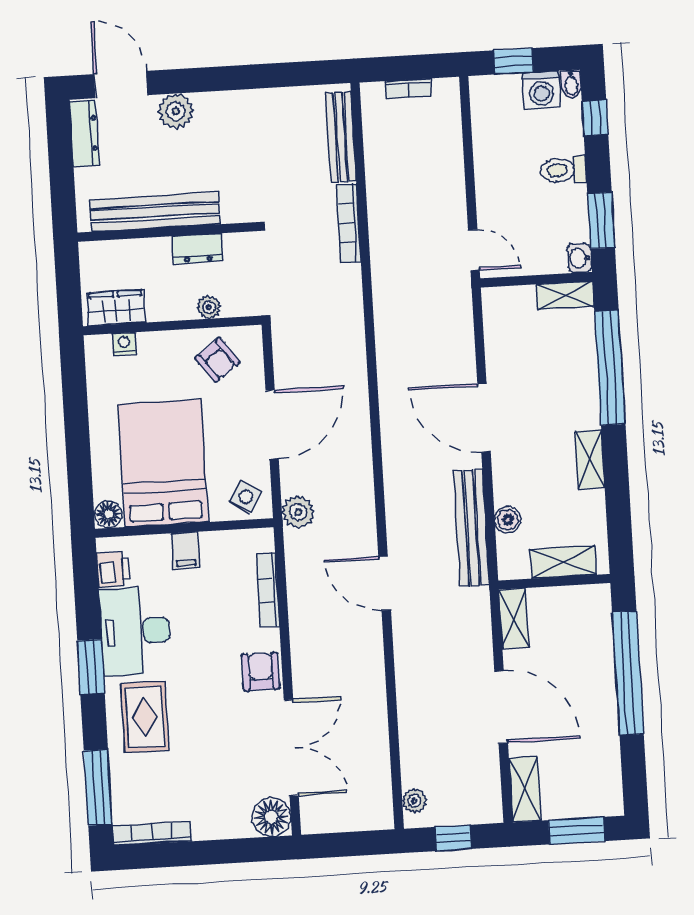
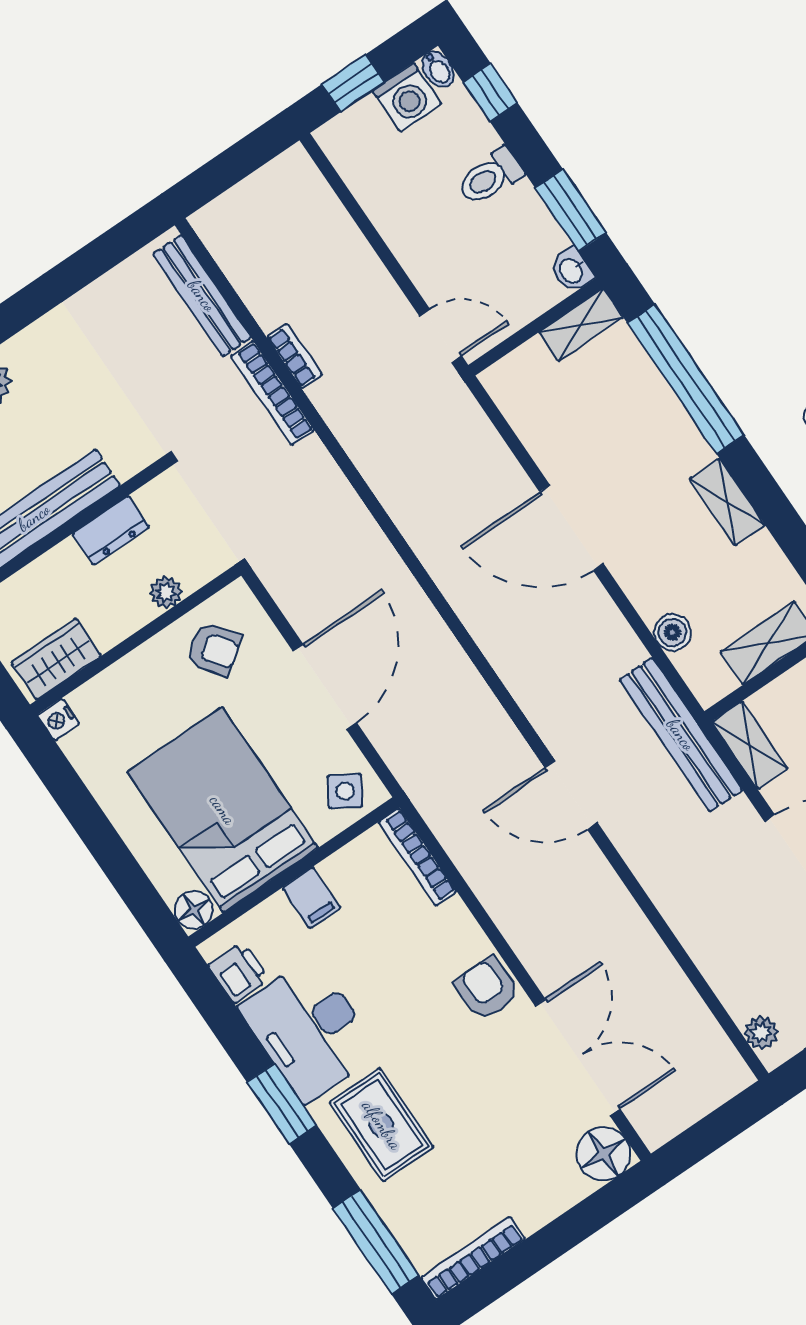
bookcase: (408, 89) -> (294, 356), moved, turned -90
nightstand: (124, 344) -> (58, 720), moved, turned -90
plant: (298, 512) -> (418, 772), removed
bench: (471, 528) -> (681, 735), moved
bookcase: (268, 590) -> (418, 857), moved

